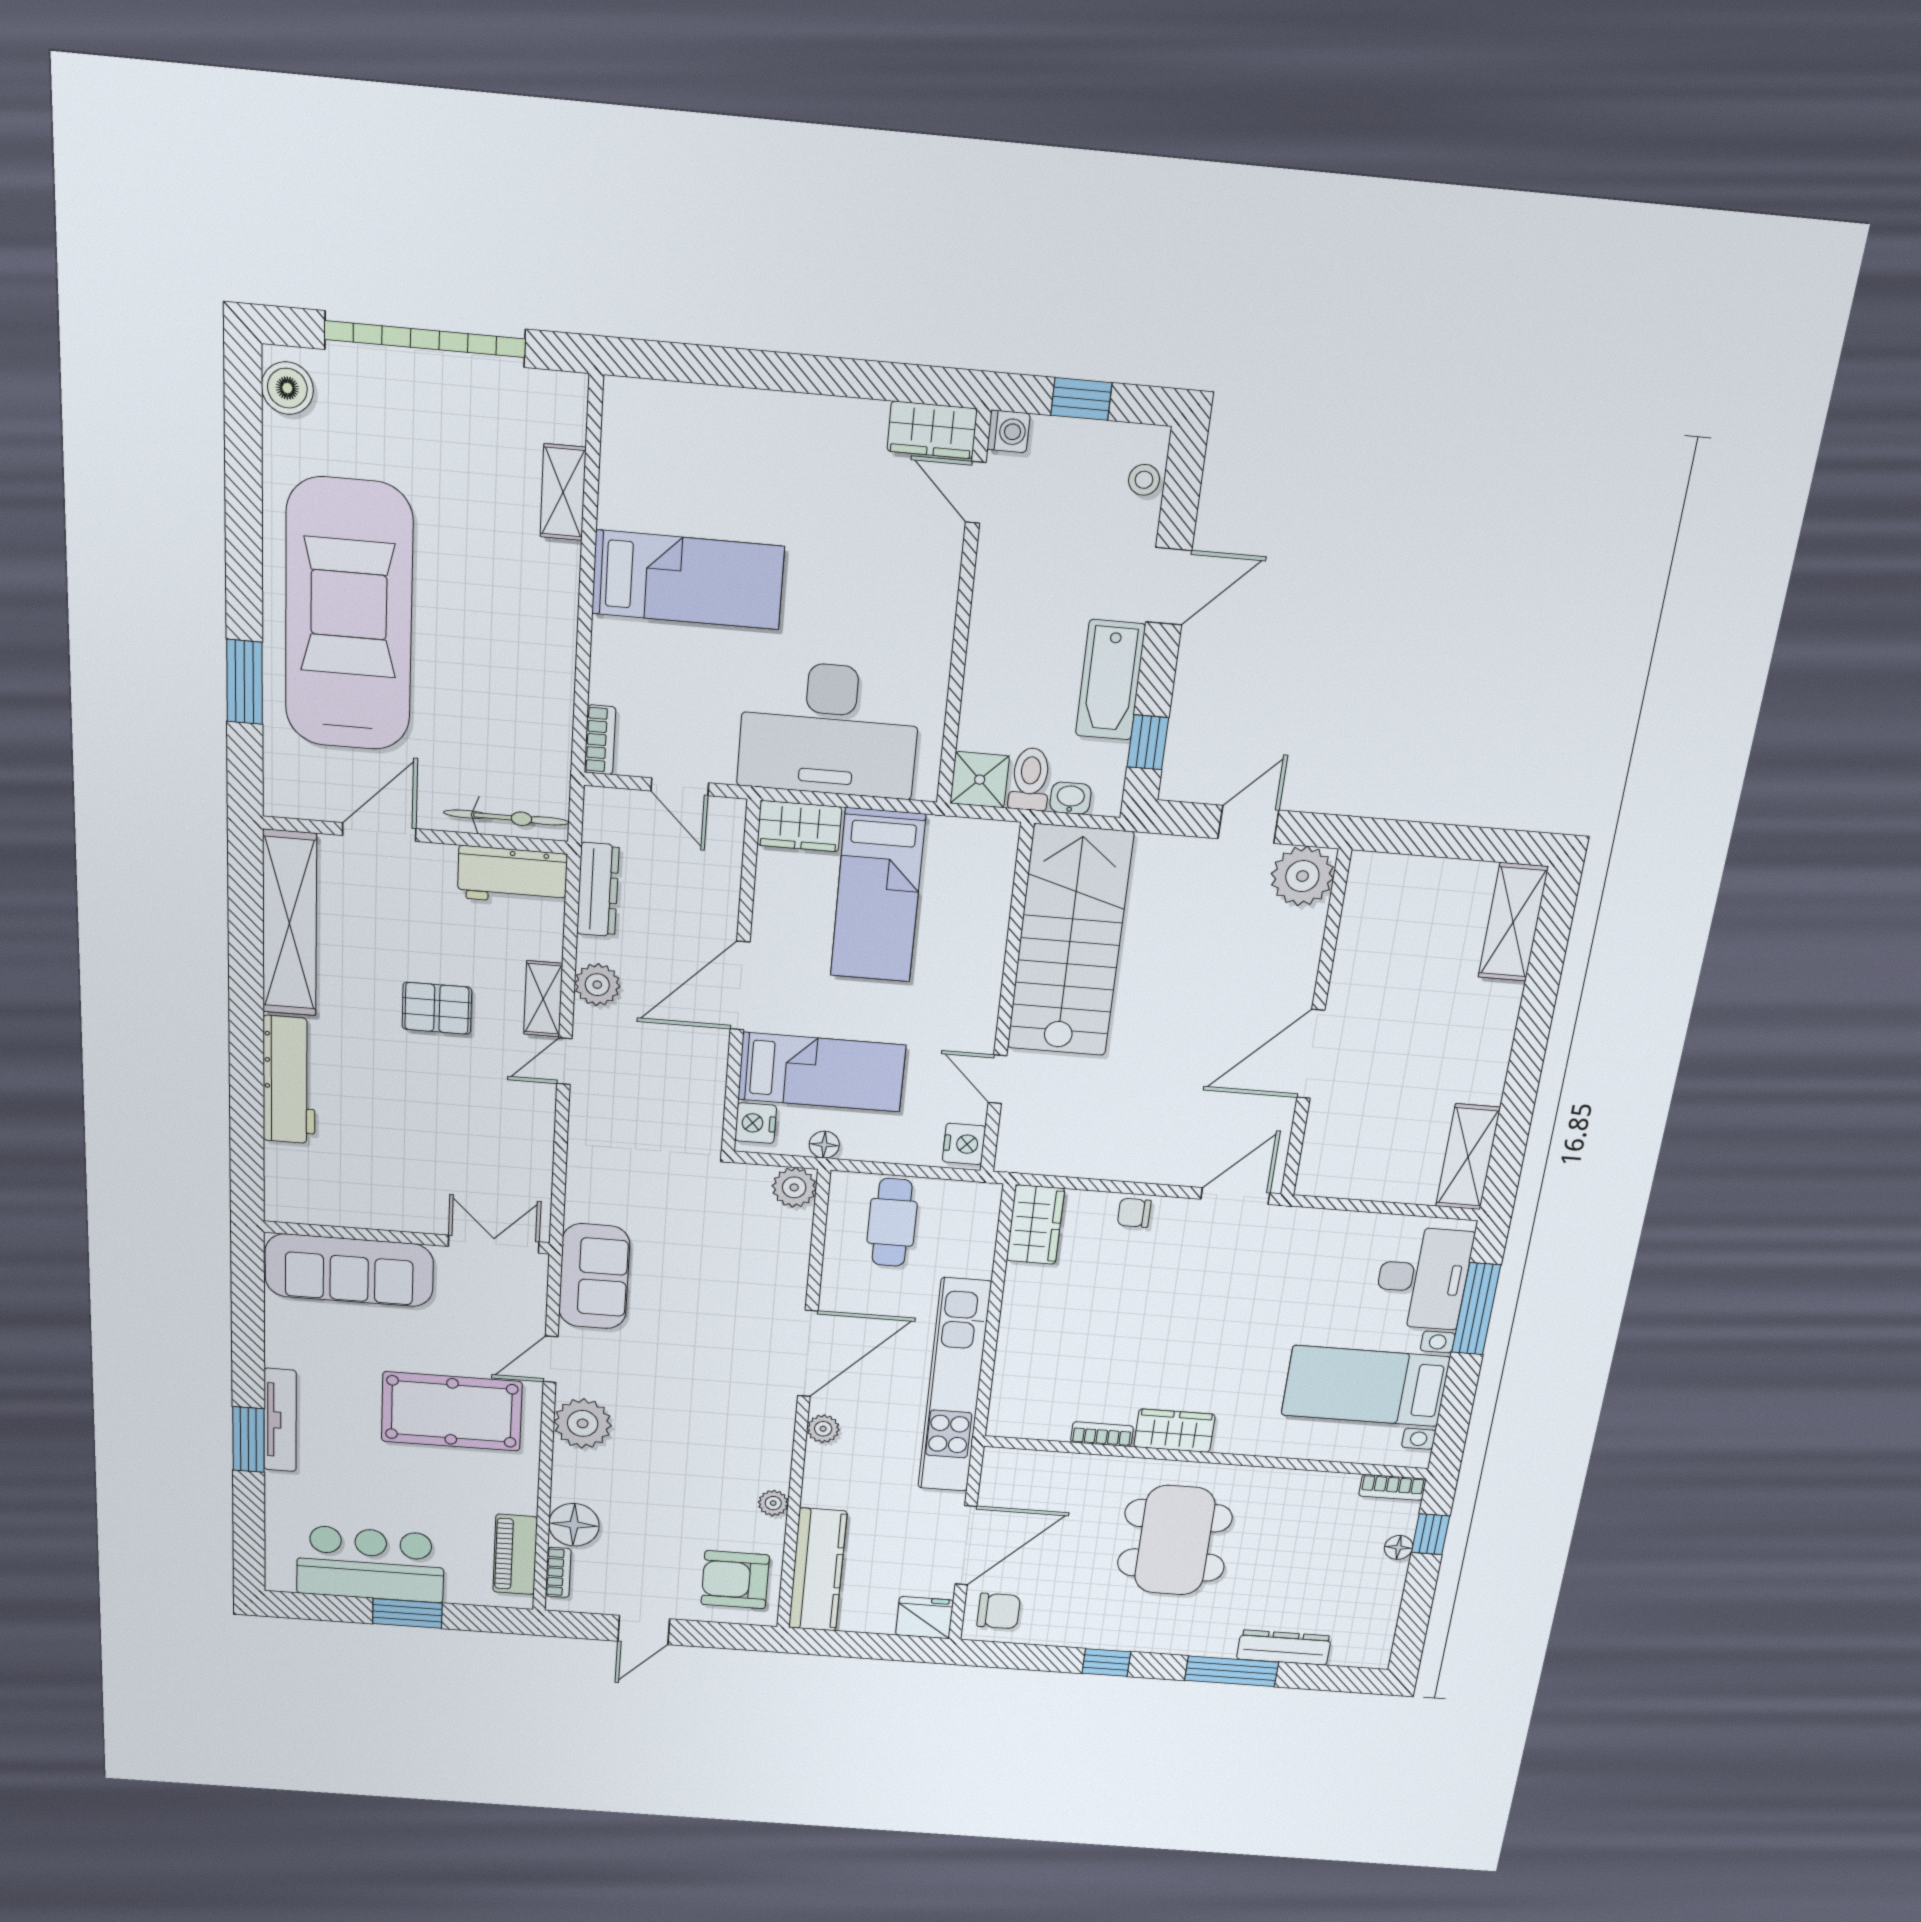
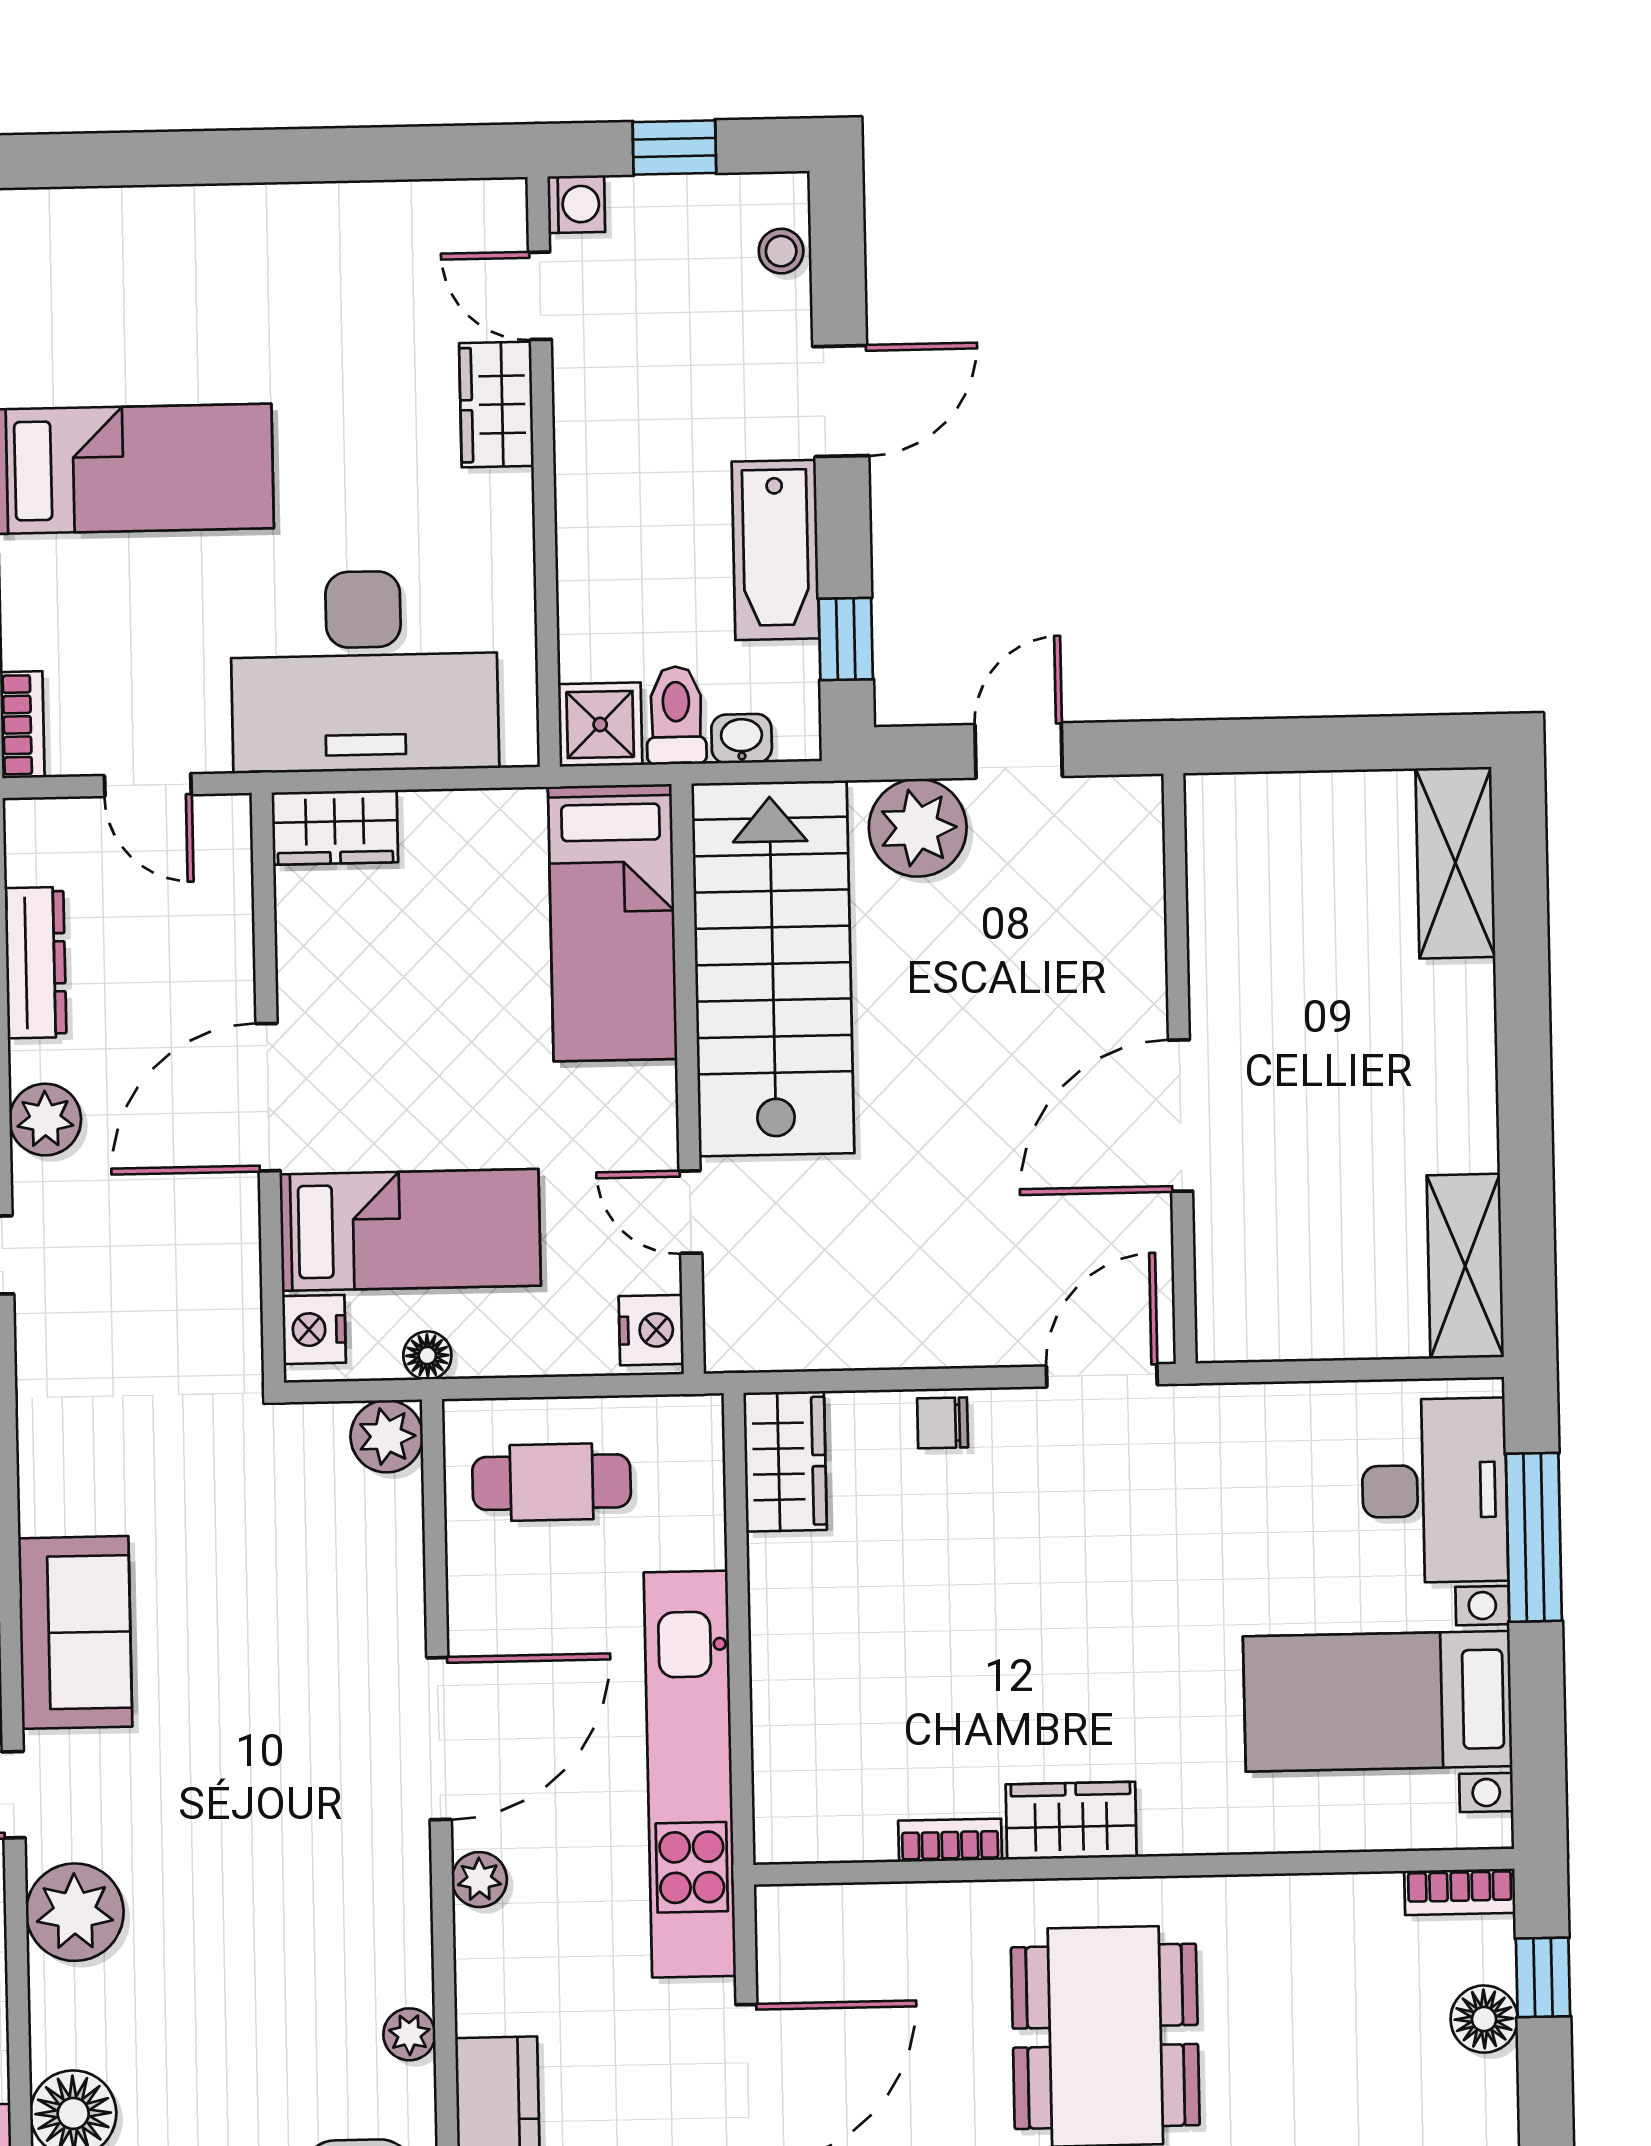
wardrobe: (932, 430) -> (496, 405), moved, turned 90
plant: (1302, 876) -> (918, 828), moved
bed: (878, 896) -> (613, 923), moved
cafe table: (892, 1222) -> (552, 1482), turned 90
floor lamp: (1399, 1547) -> (1484, 2019), width x1.37, depth x1.37

